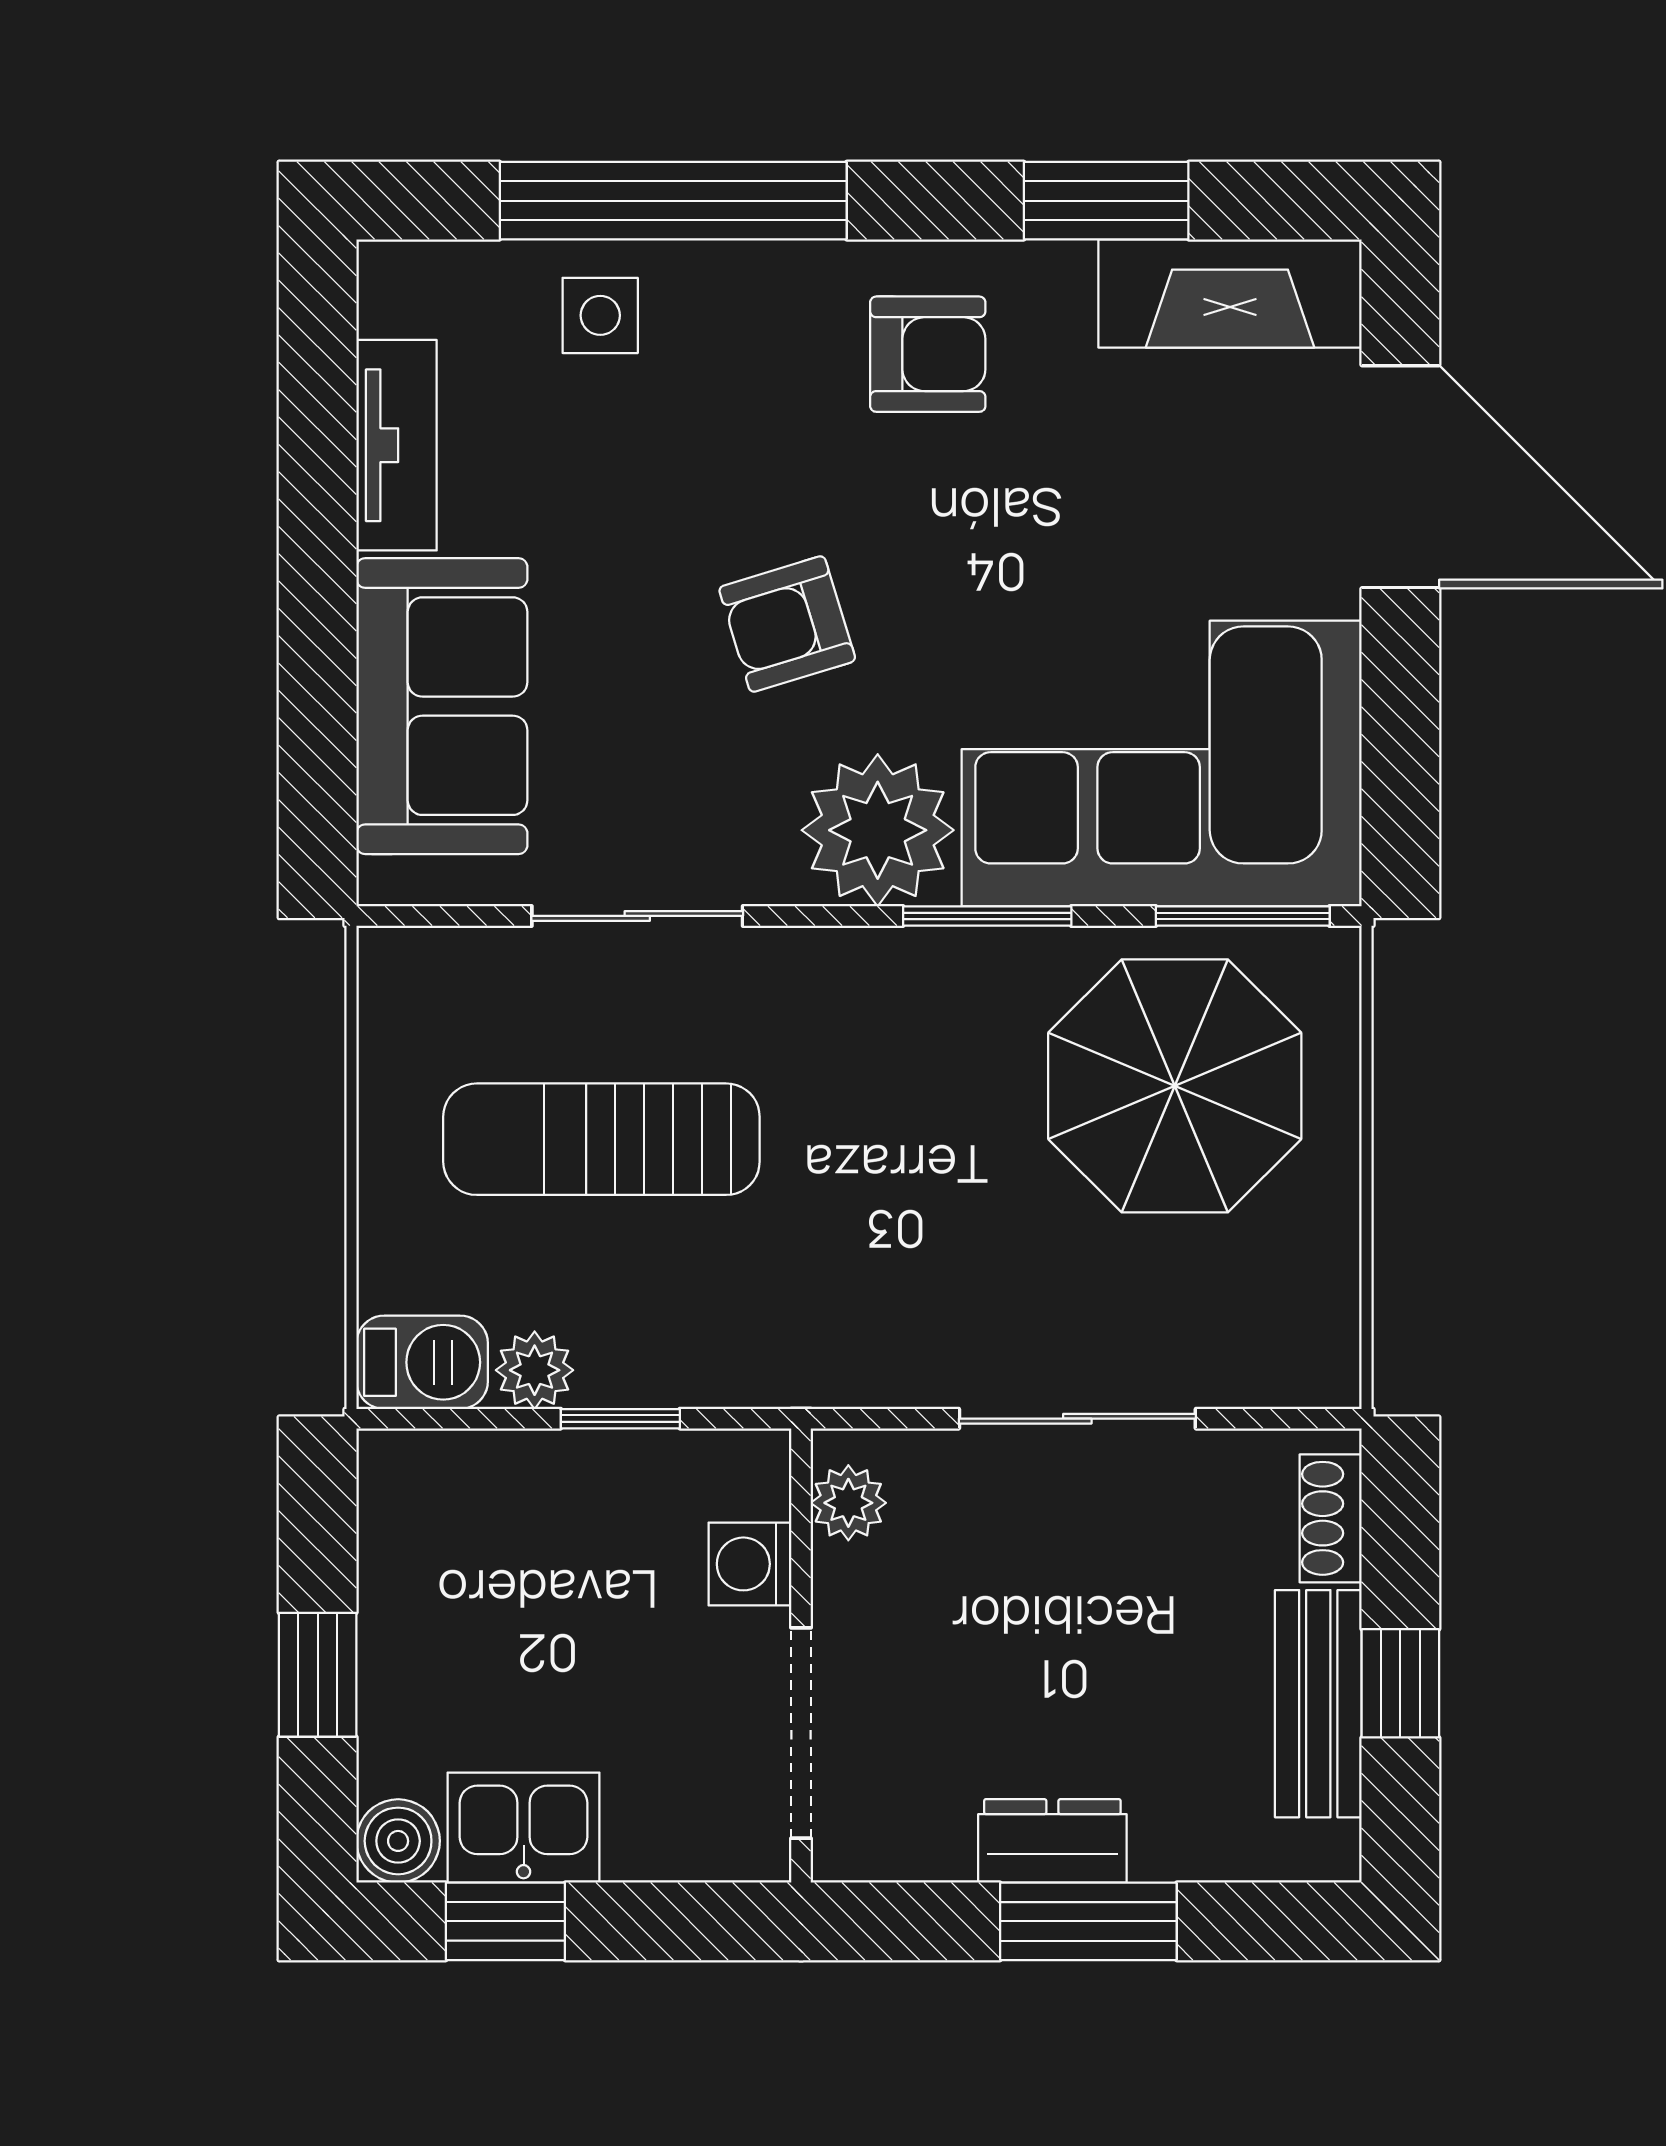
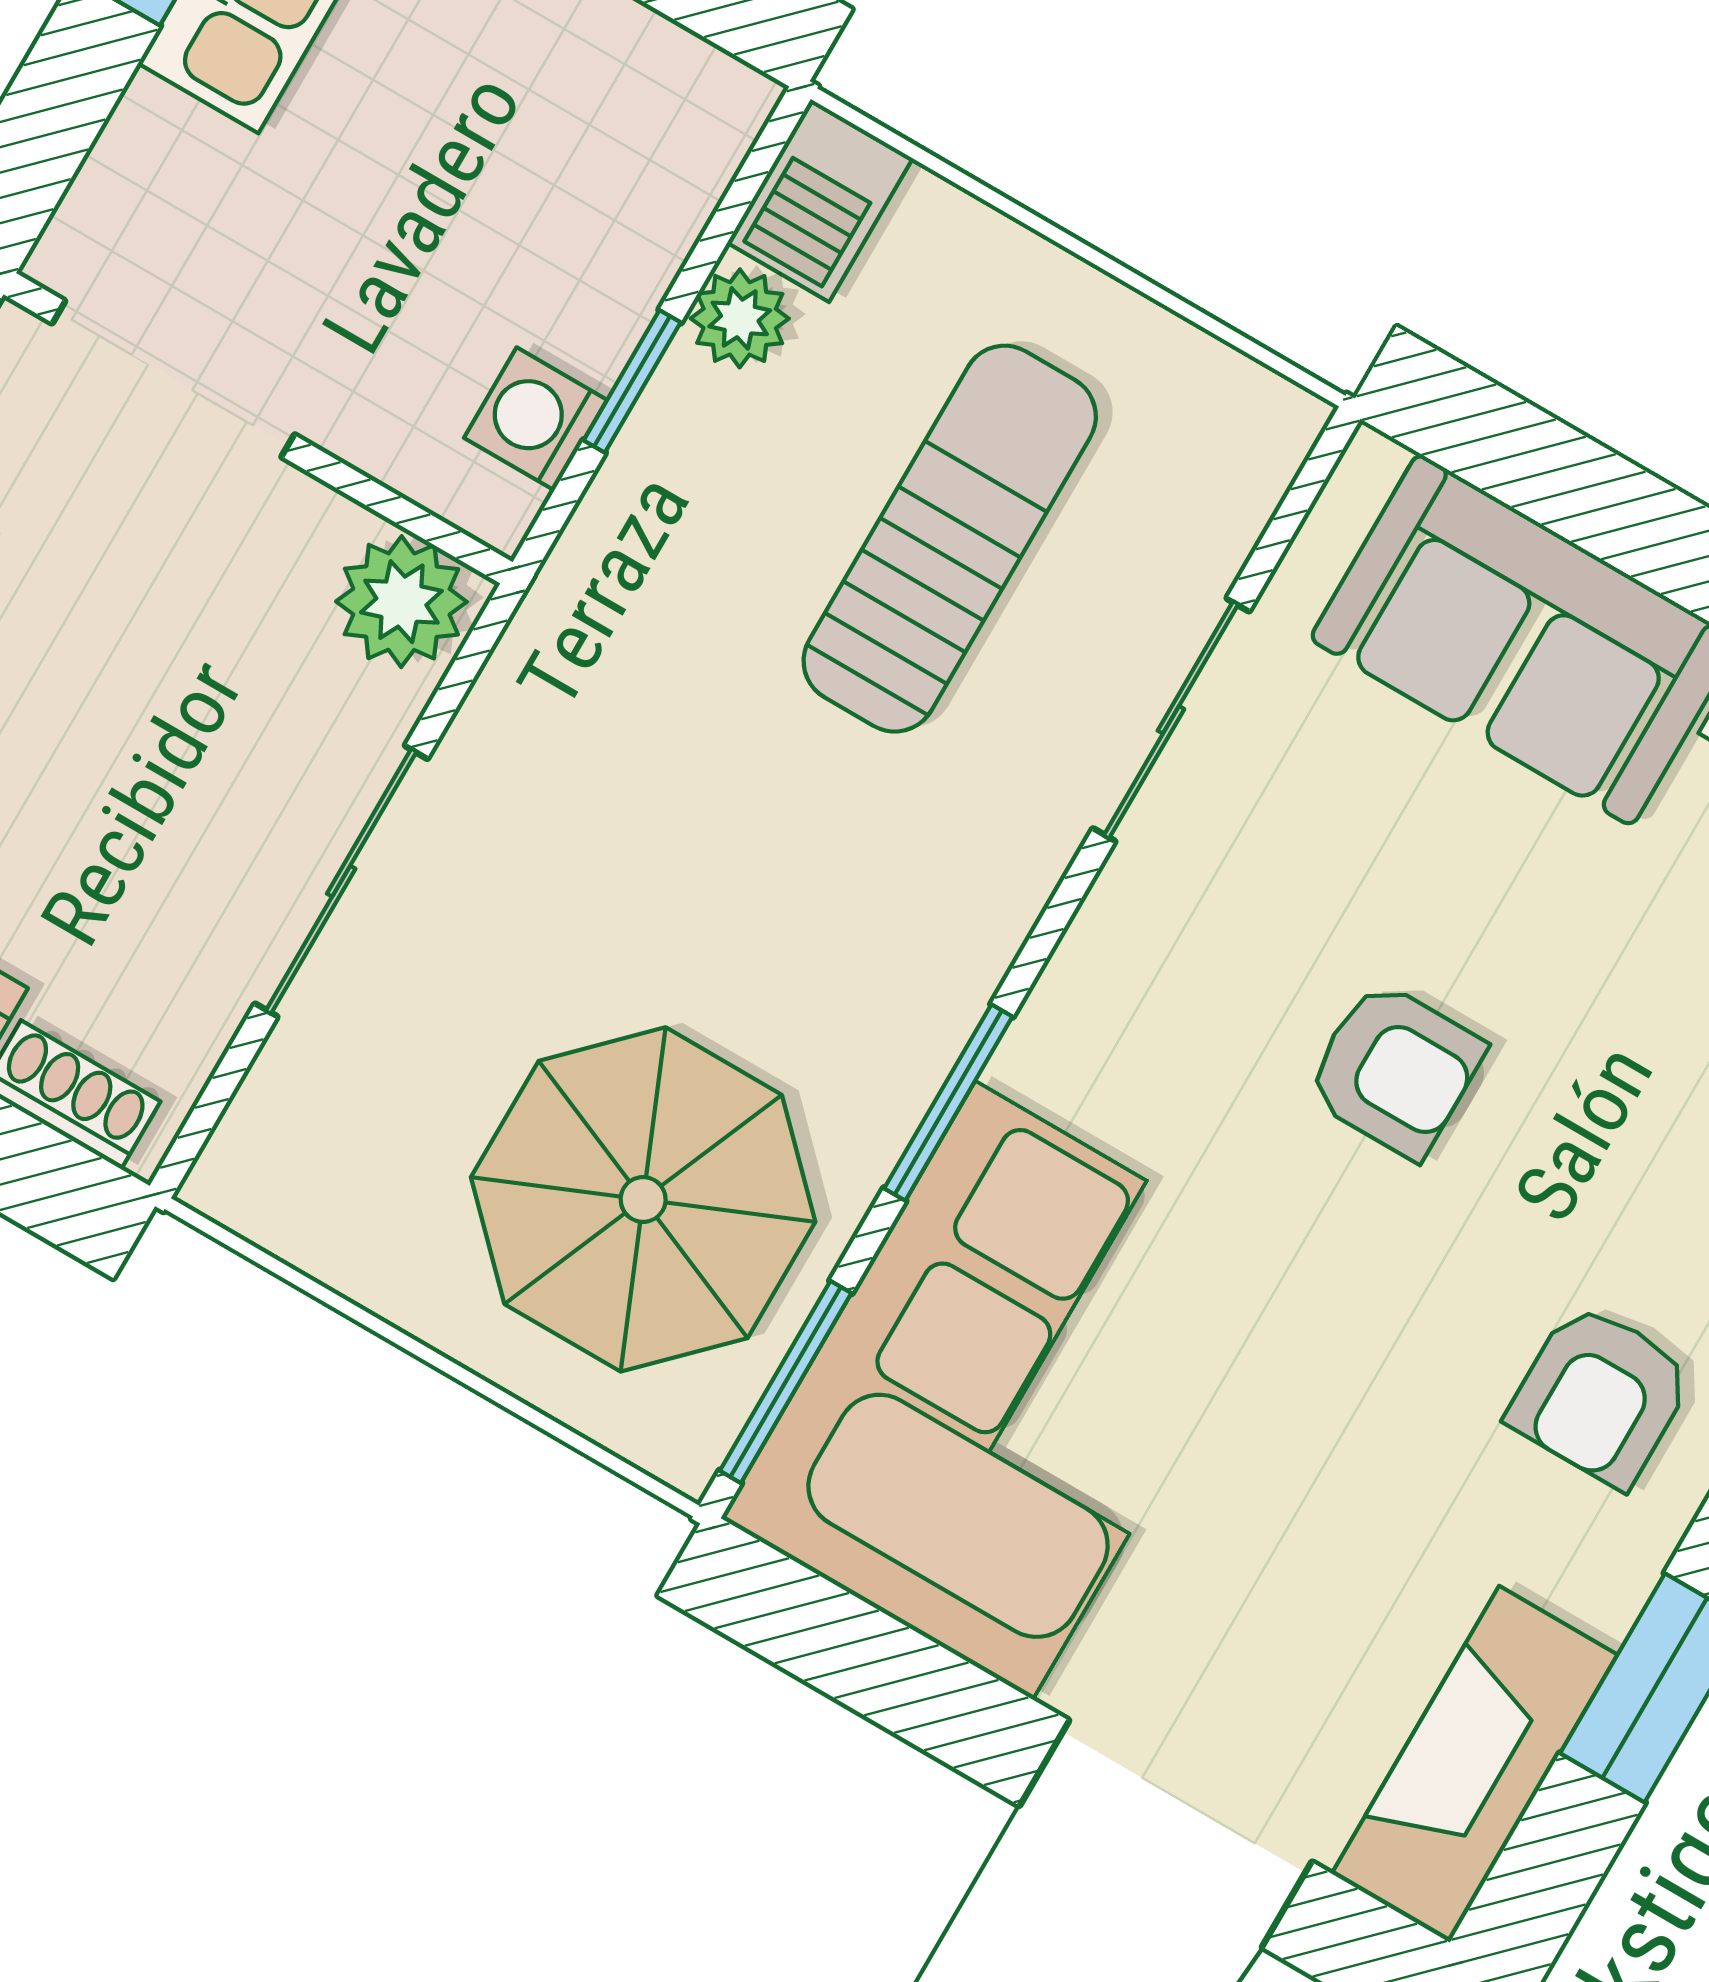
armchair: (787, 624) -> (1395, 1070), turned 107
plant: (878, 830) -> (1112, 1037), removed
plant: (848, 1503) -> (401, 602), width x1.38, depth x1.38
washing machine: (750, 1564) -> (535, 419), moved, turned -90

